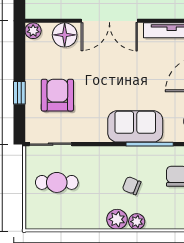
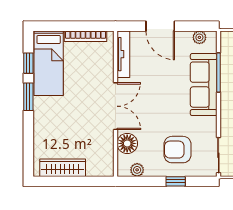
plant: (33, 31) -> (137, 170), moved
sofa: (135, 126) -> (204, 85), width x1.36

